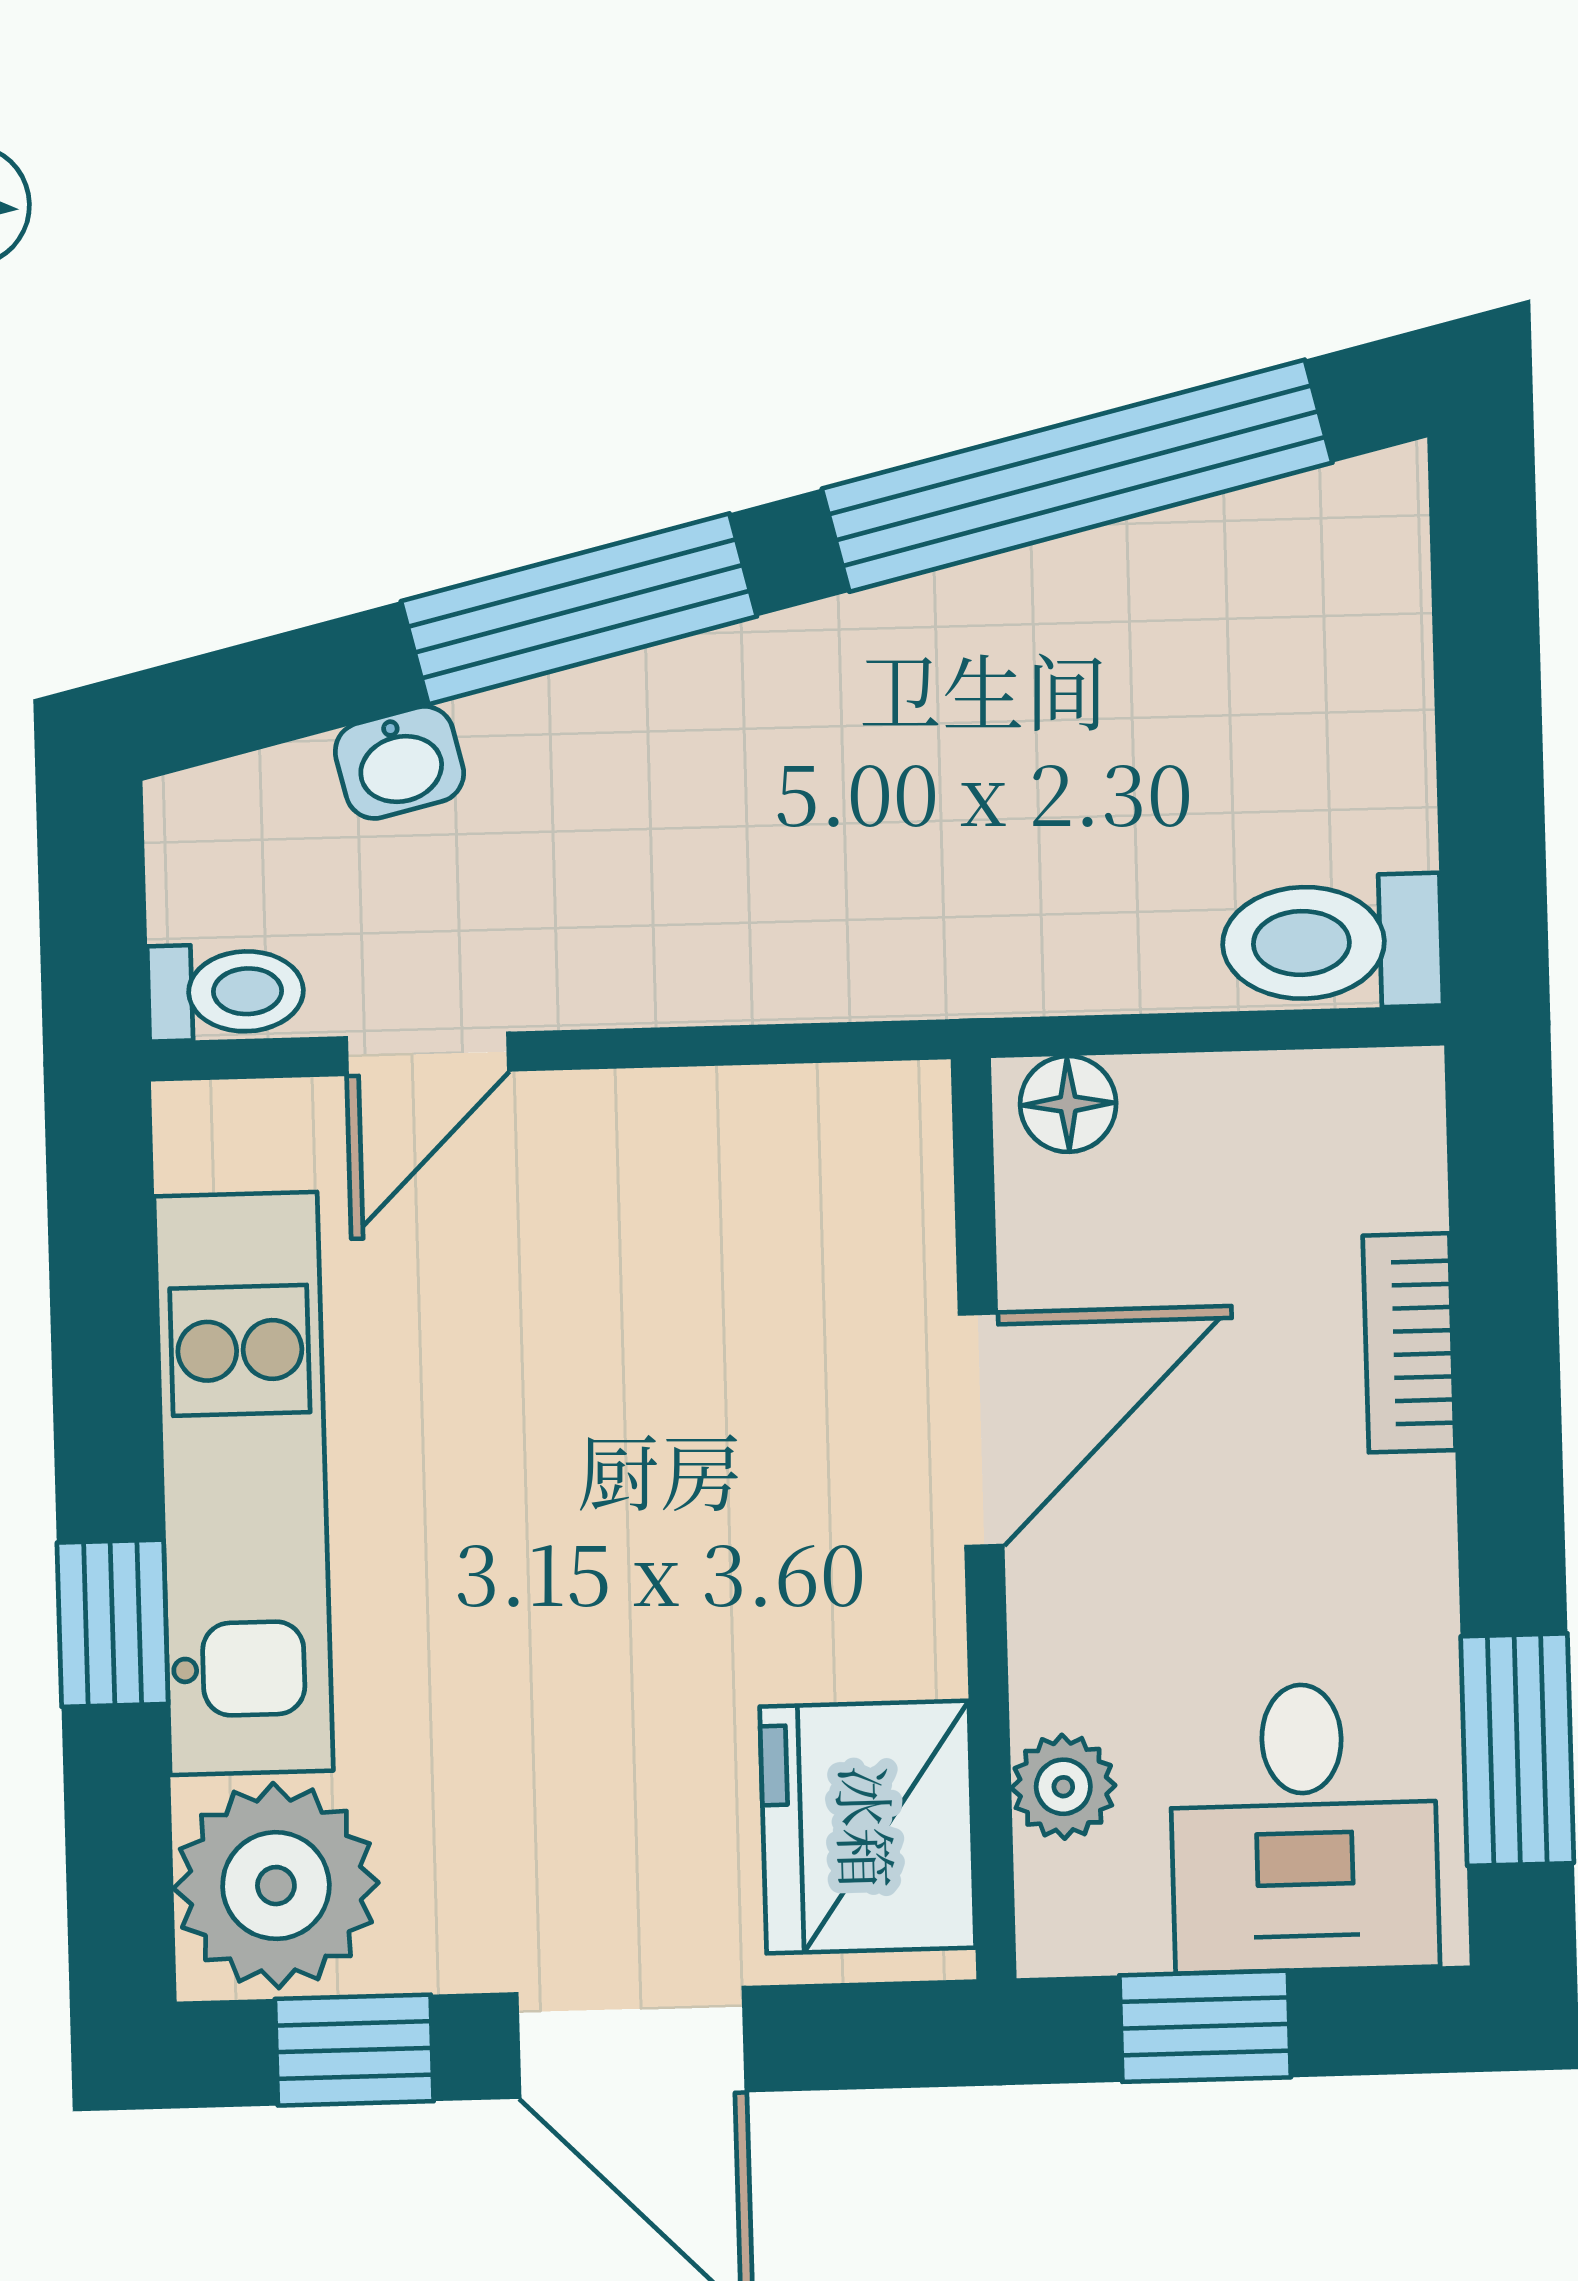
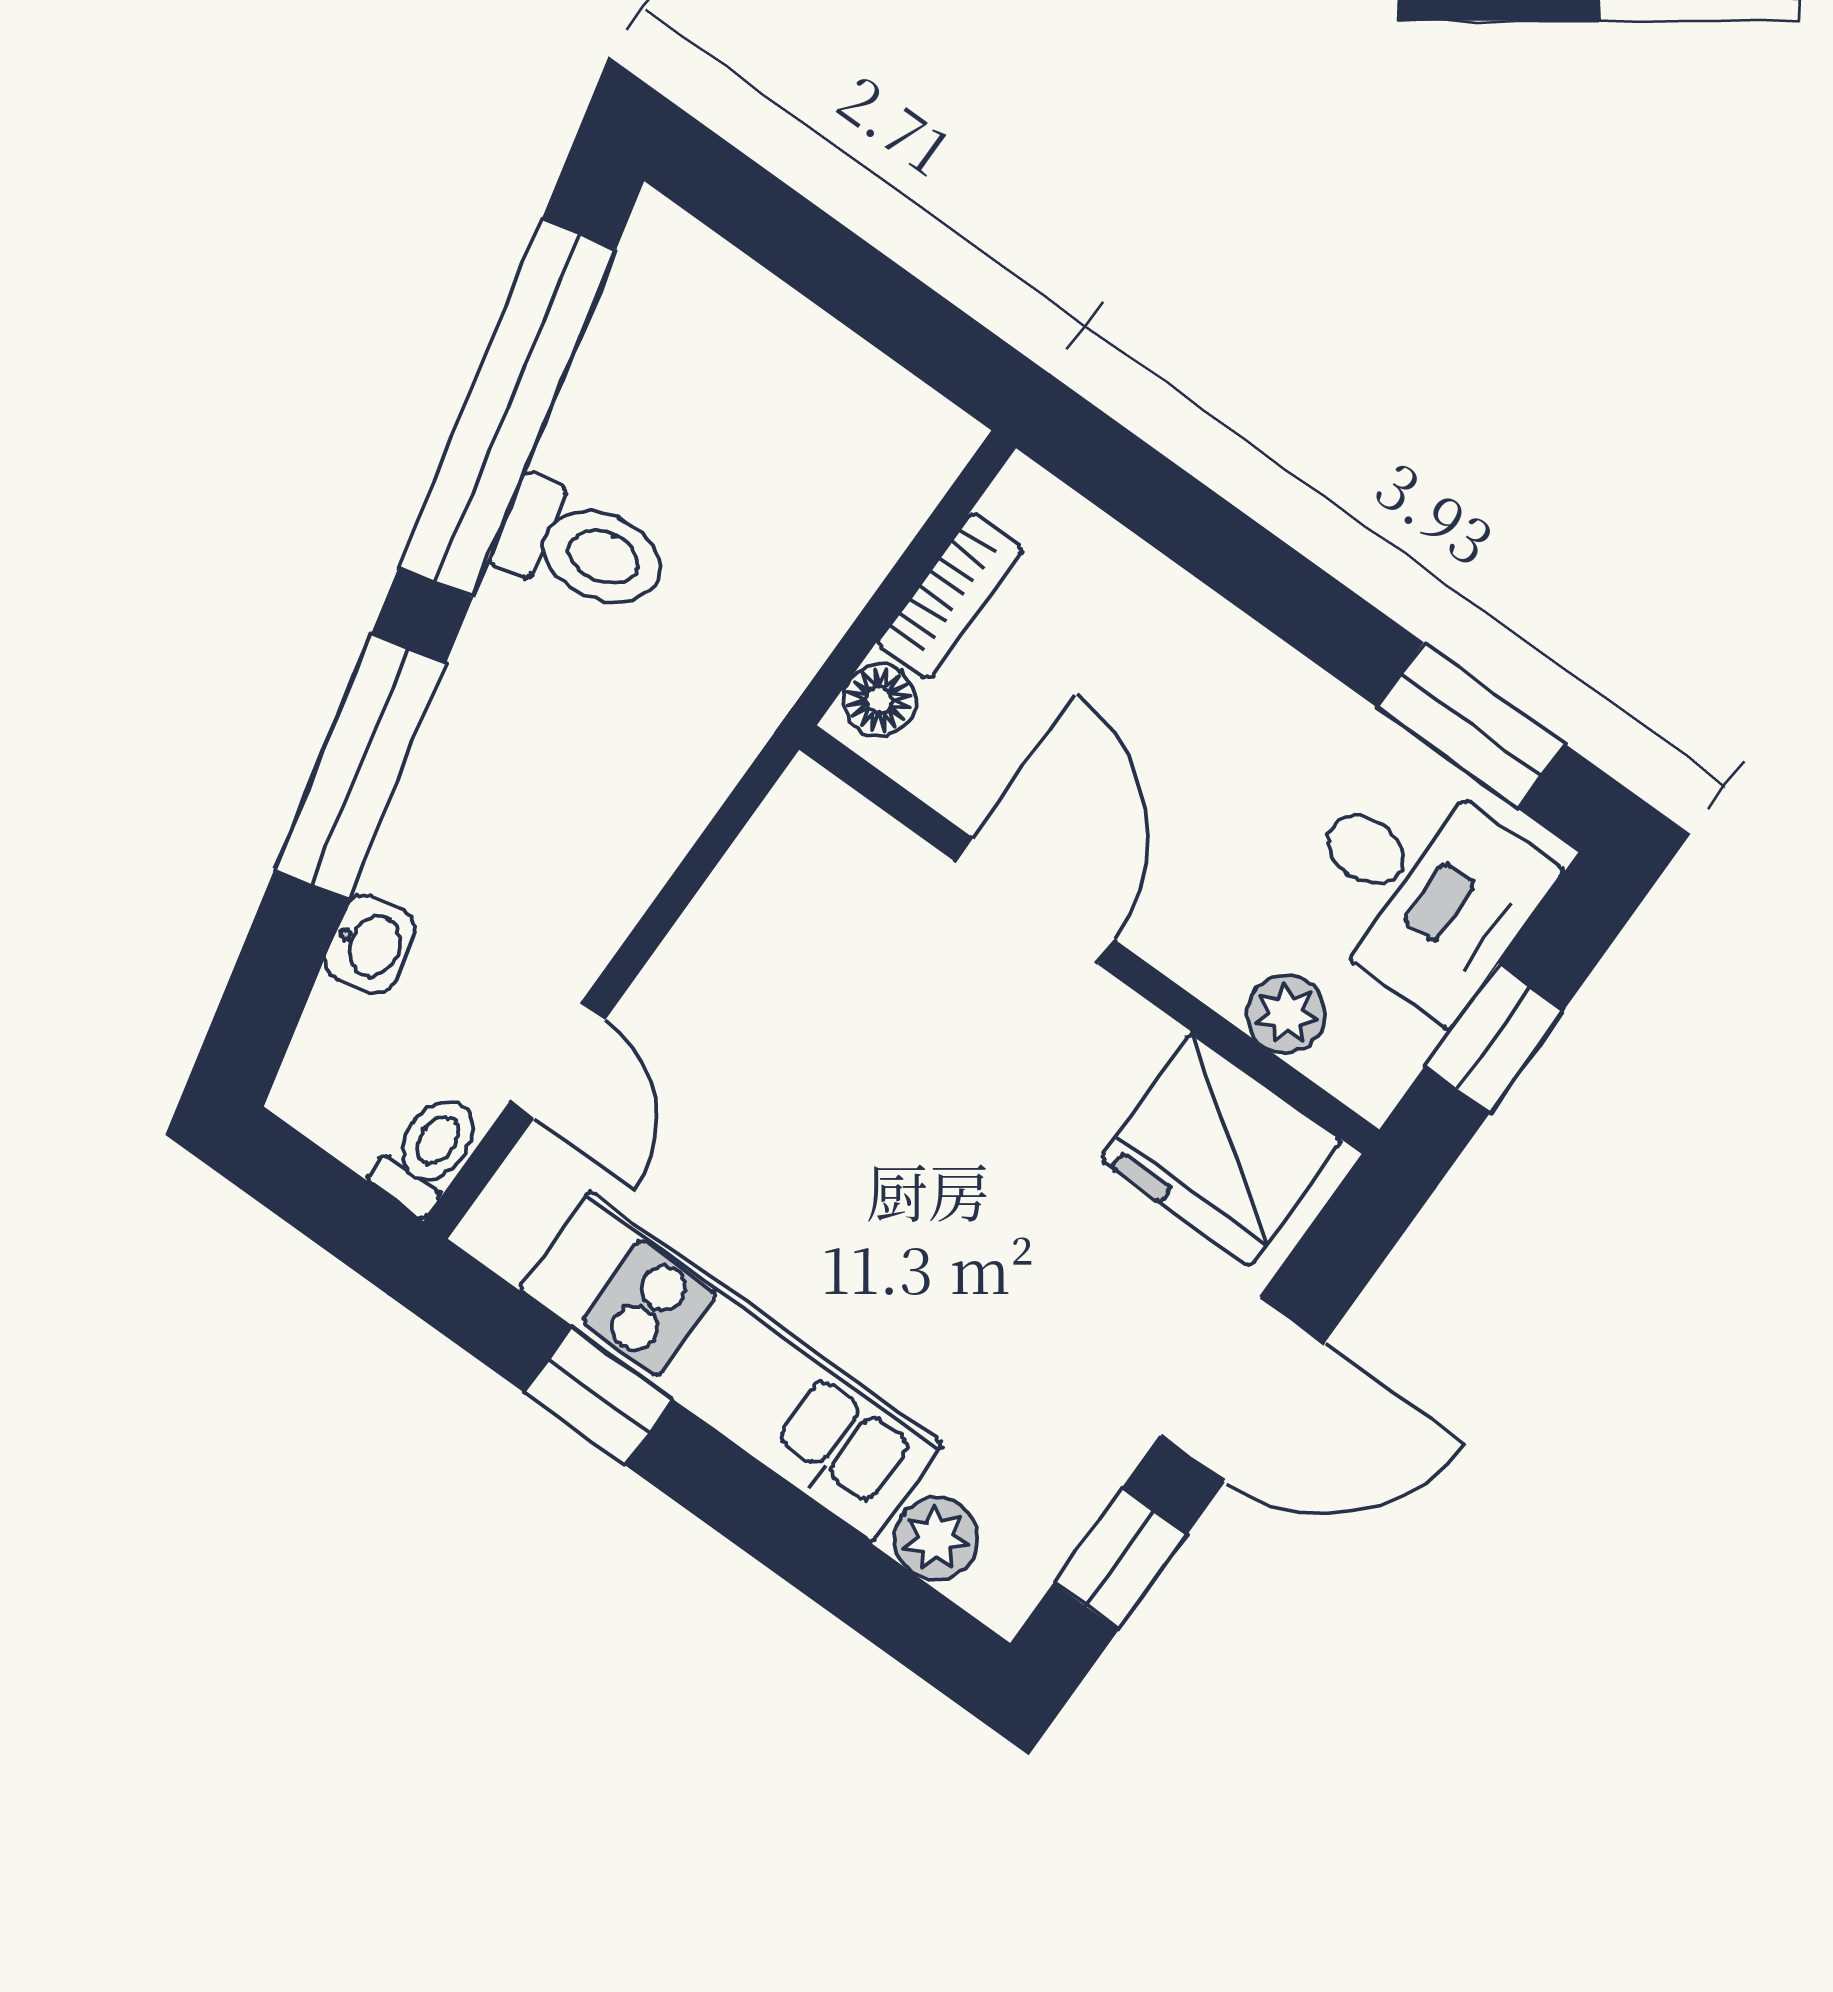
toilet: (1332, 942) -> (582, 548), moved, turned -103
bookcase: (1409, 1343) -> (950, 596), moved, turned -90
window: (113, 1623) -> (598, 1397), moved
plant: (276, 1886) -> (936, 1539), width x0.53, depth x0.53

